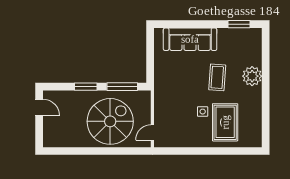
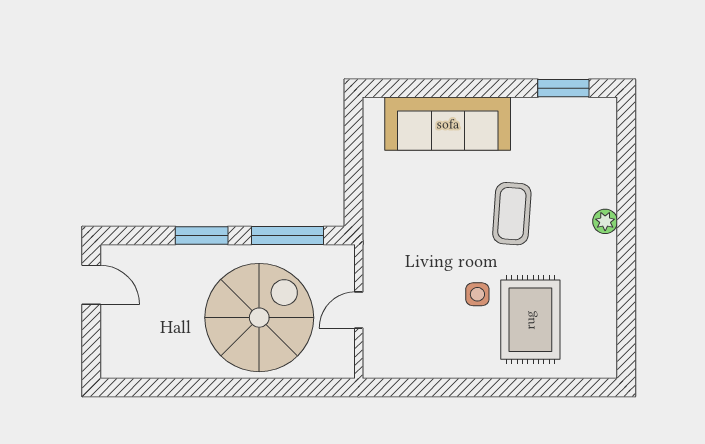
plant: (252, 76) -> (605, 221), width x0.53, depth x0.53
door: (152, 133) -> (359, 310), moved

